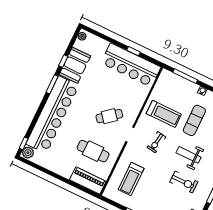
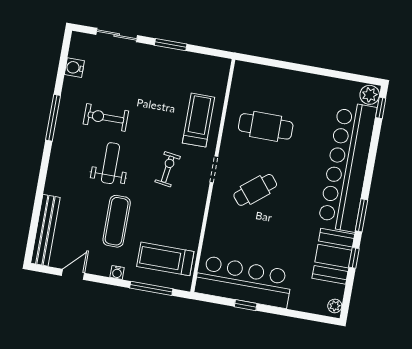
treadmill: (164, 114) -> (165, 259), moved
weight bench: (189, 155) -> (110, 163), turned -90
treadmill: (131, 179) -> (198, 120), moved
piano: (88, 181) -> (261, 77), removed

